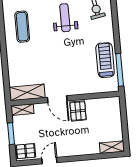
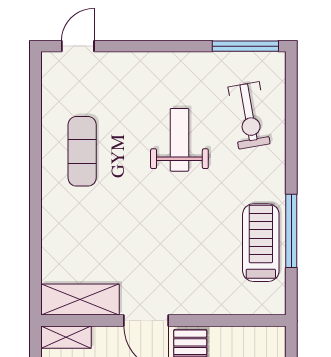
window: (120, 70) -> (291, 231), moved

